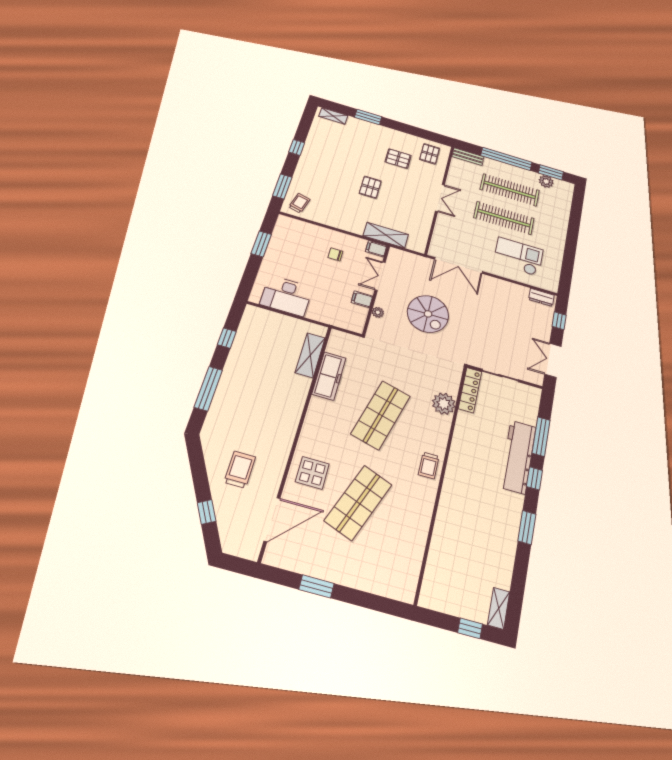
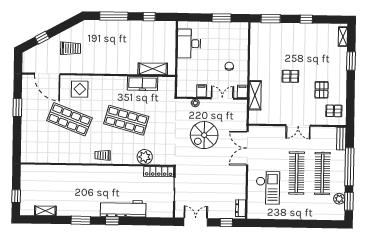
trolley: (299, 203) -> (261, 33), removed
window: (541, 437) -> (140, 221), removed
shelving: (499, 608) -> (45, 211), moved

